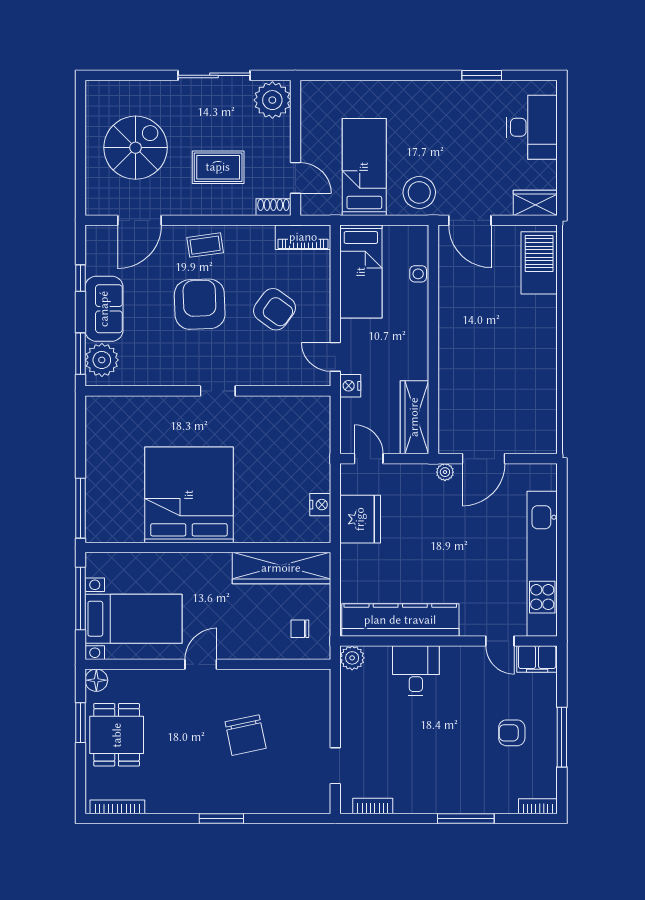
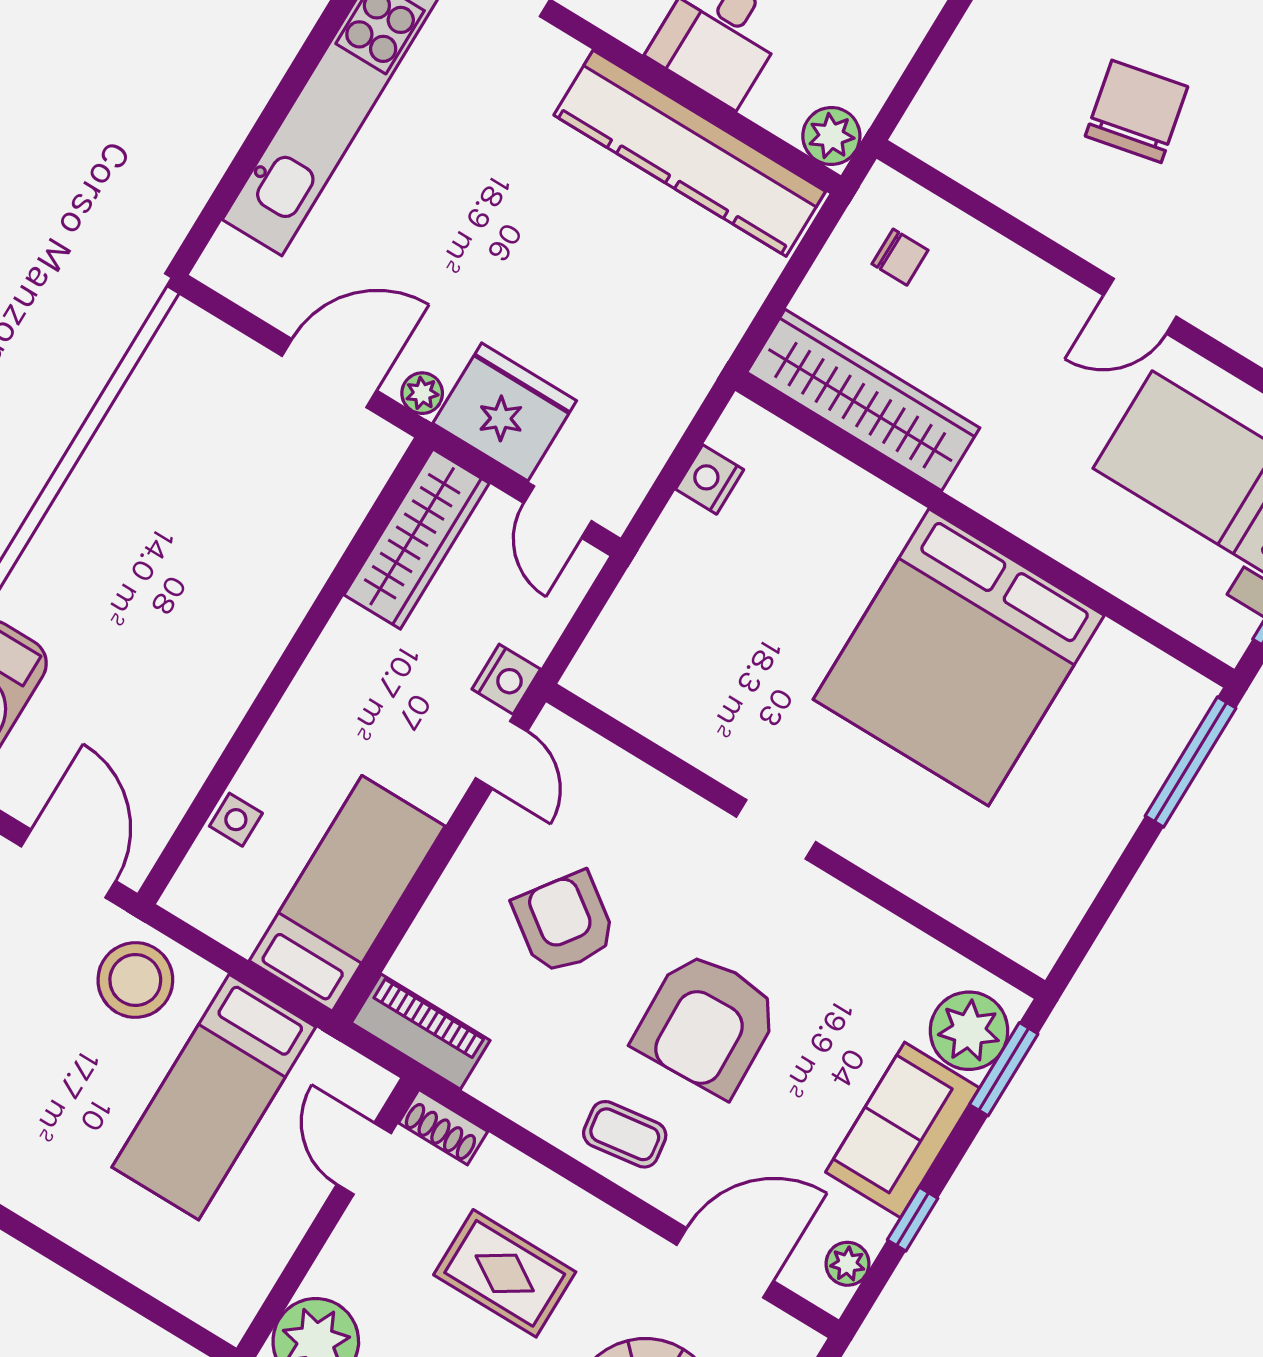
plant: (94, 247) -> (848, 1264), added
fridge: (360, 519) -> (505, 412), moved, turned 90

